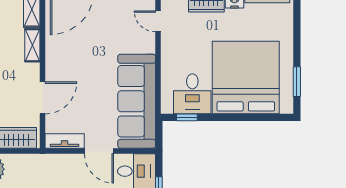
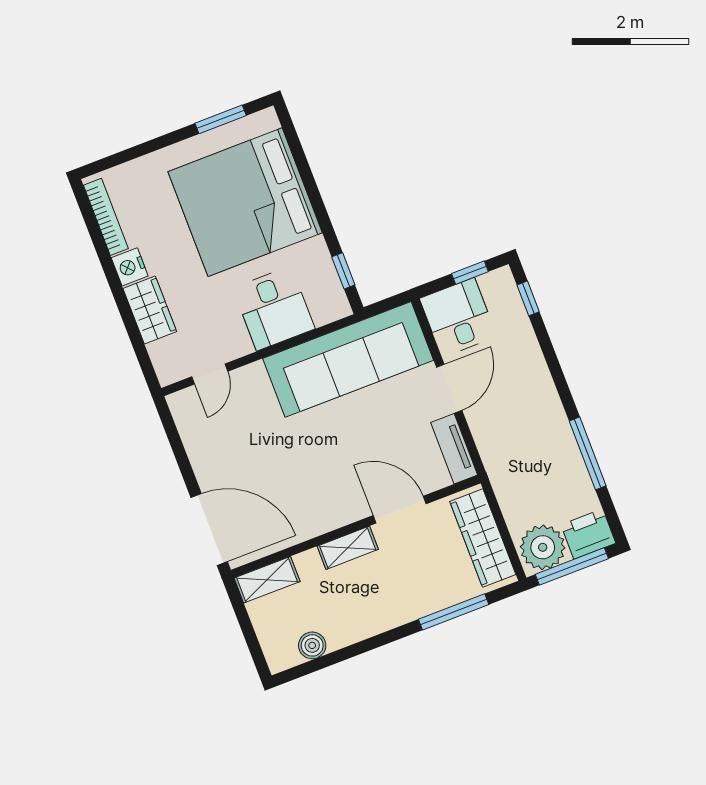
shelving: (32, 45) -> (348, 548), moved
desk: (192, 94) -> (274, 308), moved, turned 90

